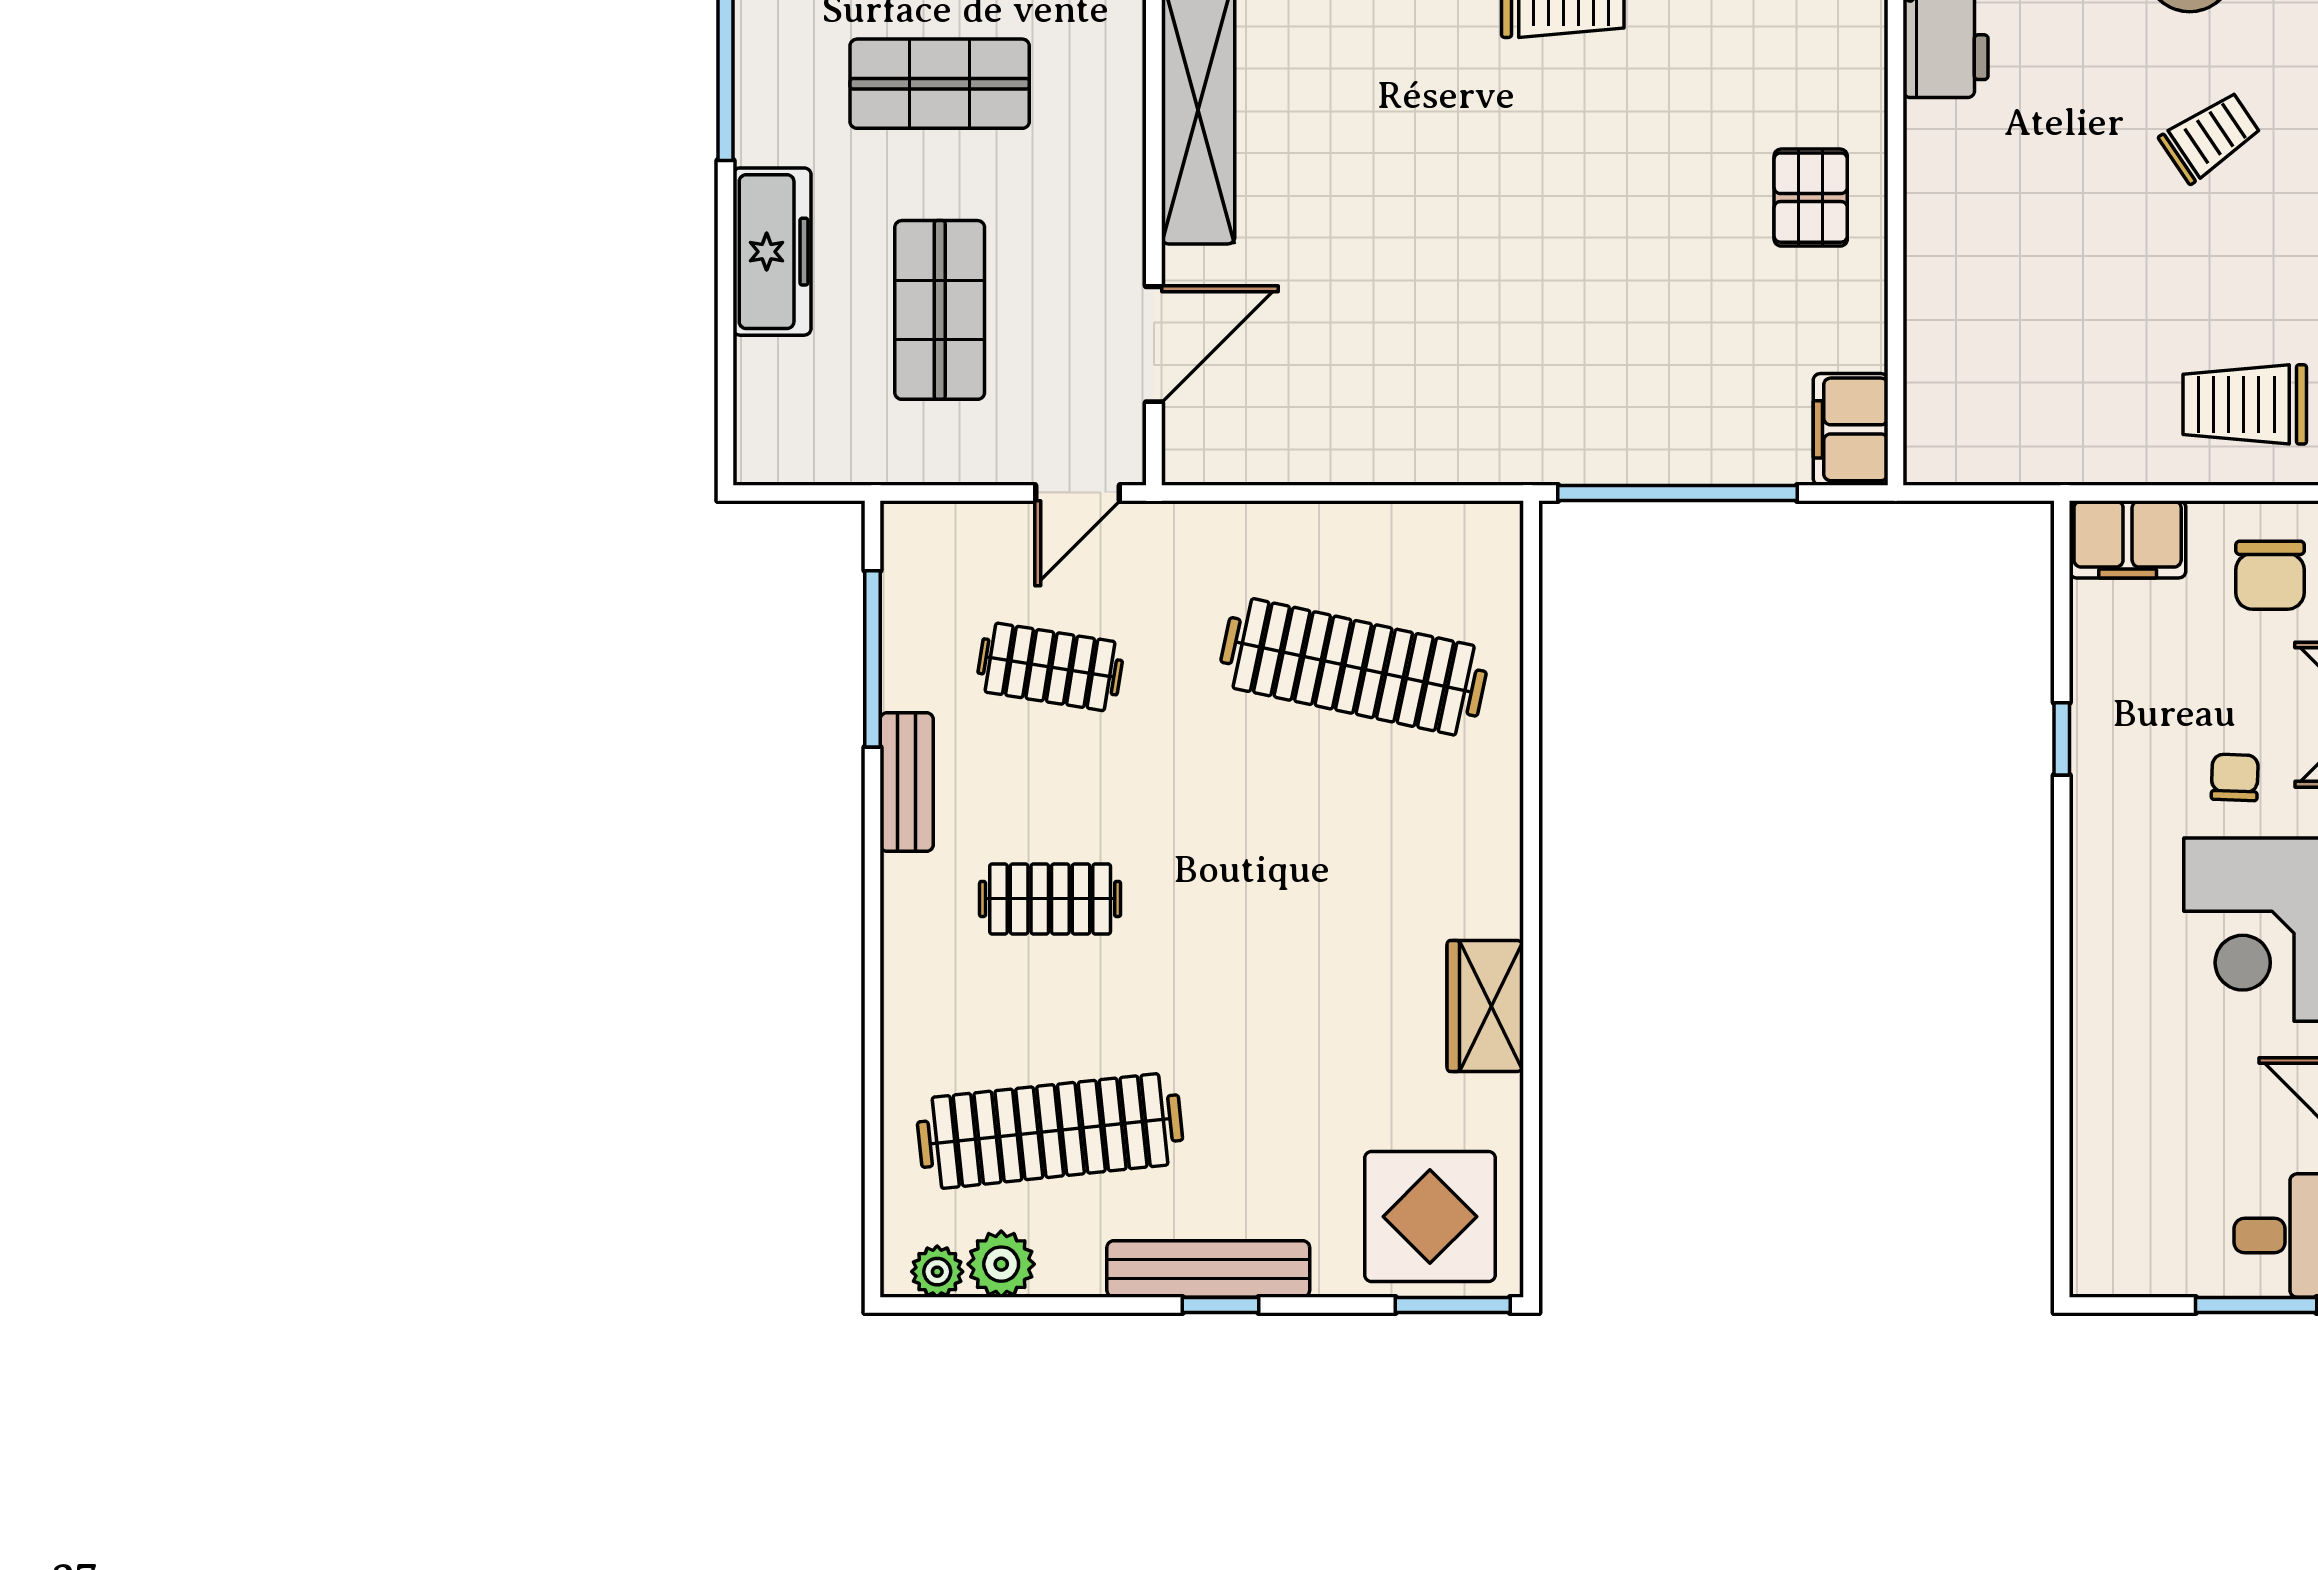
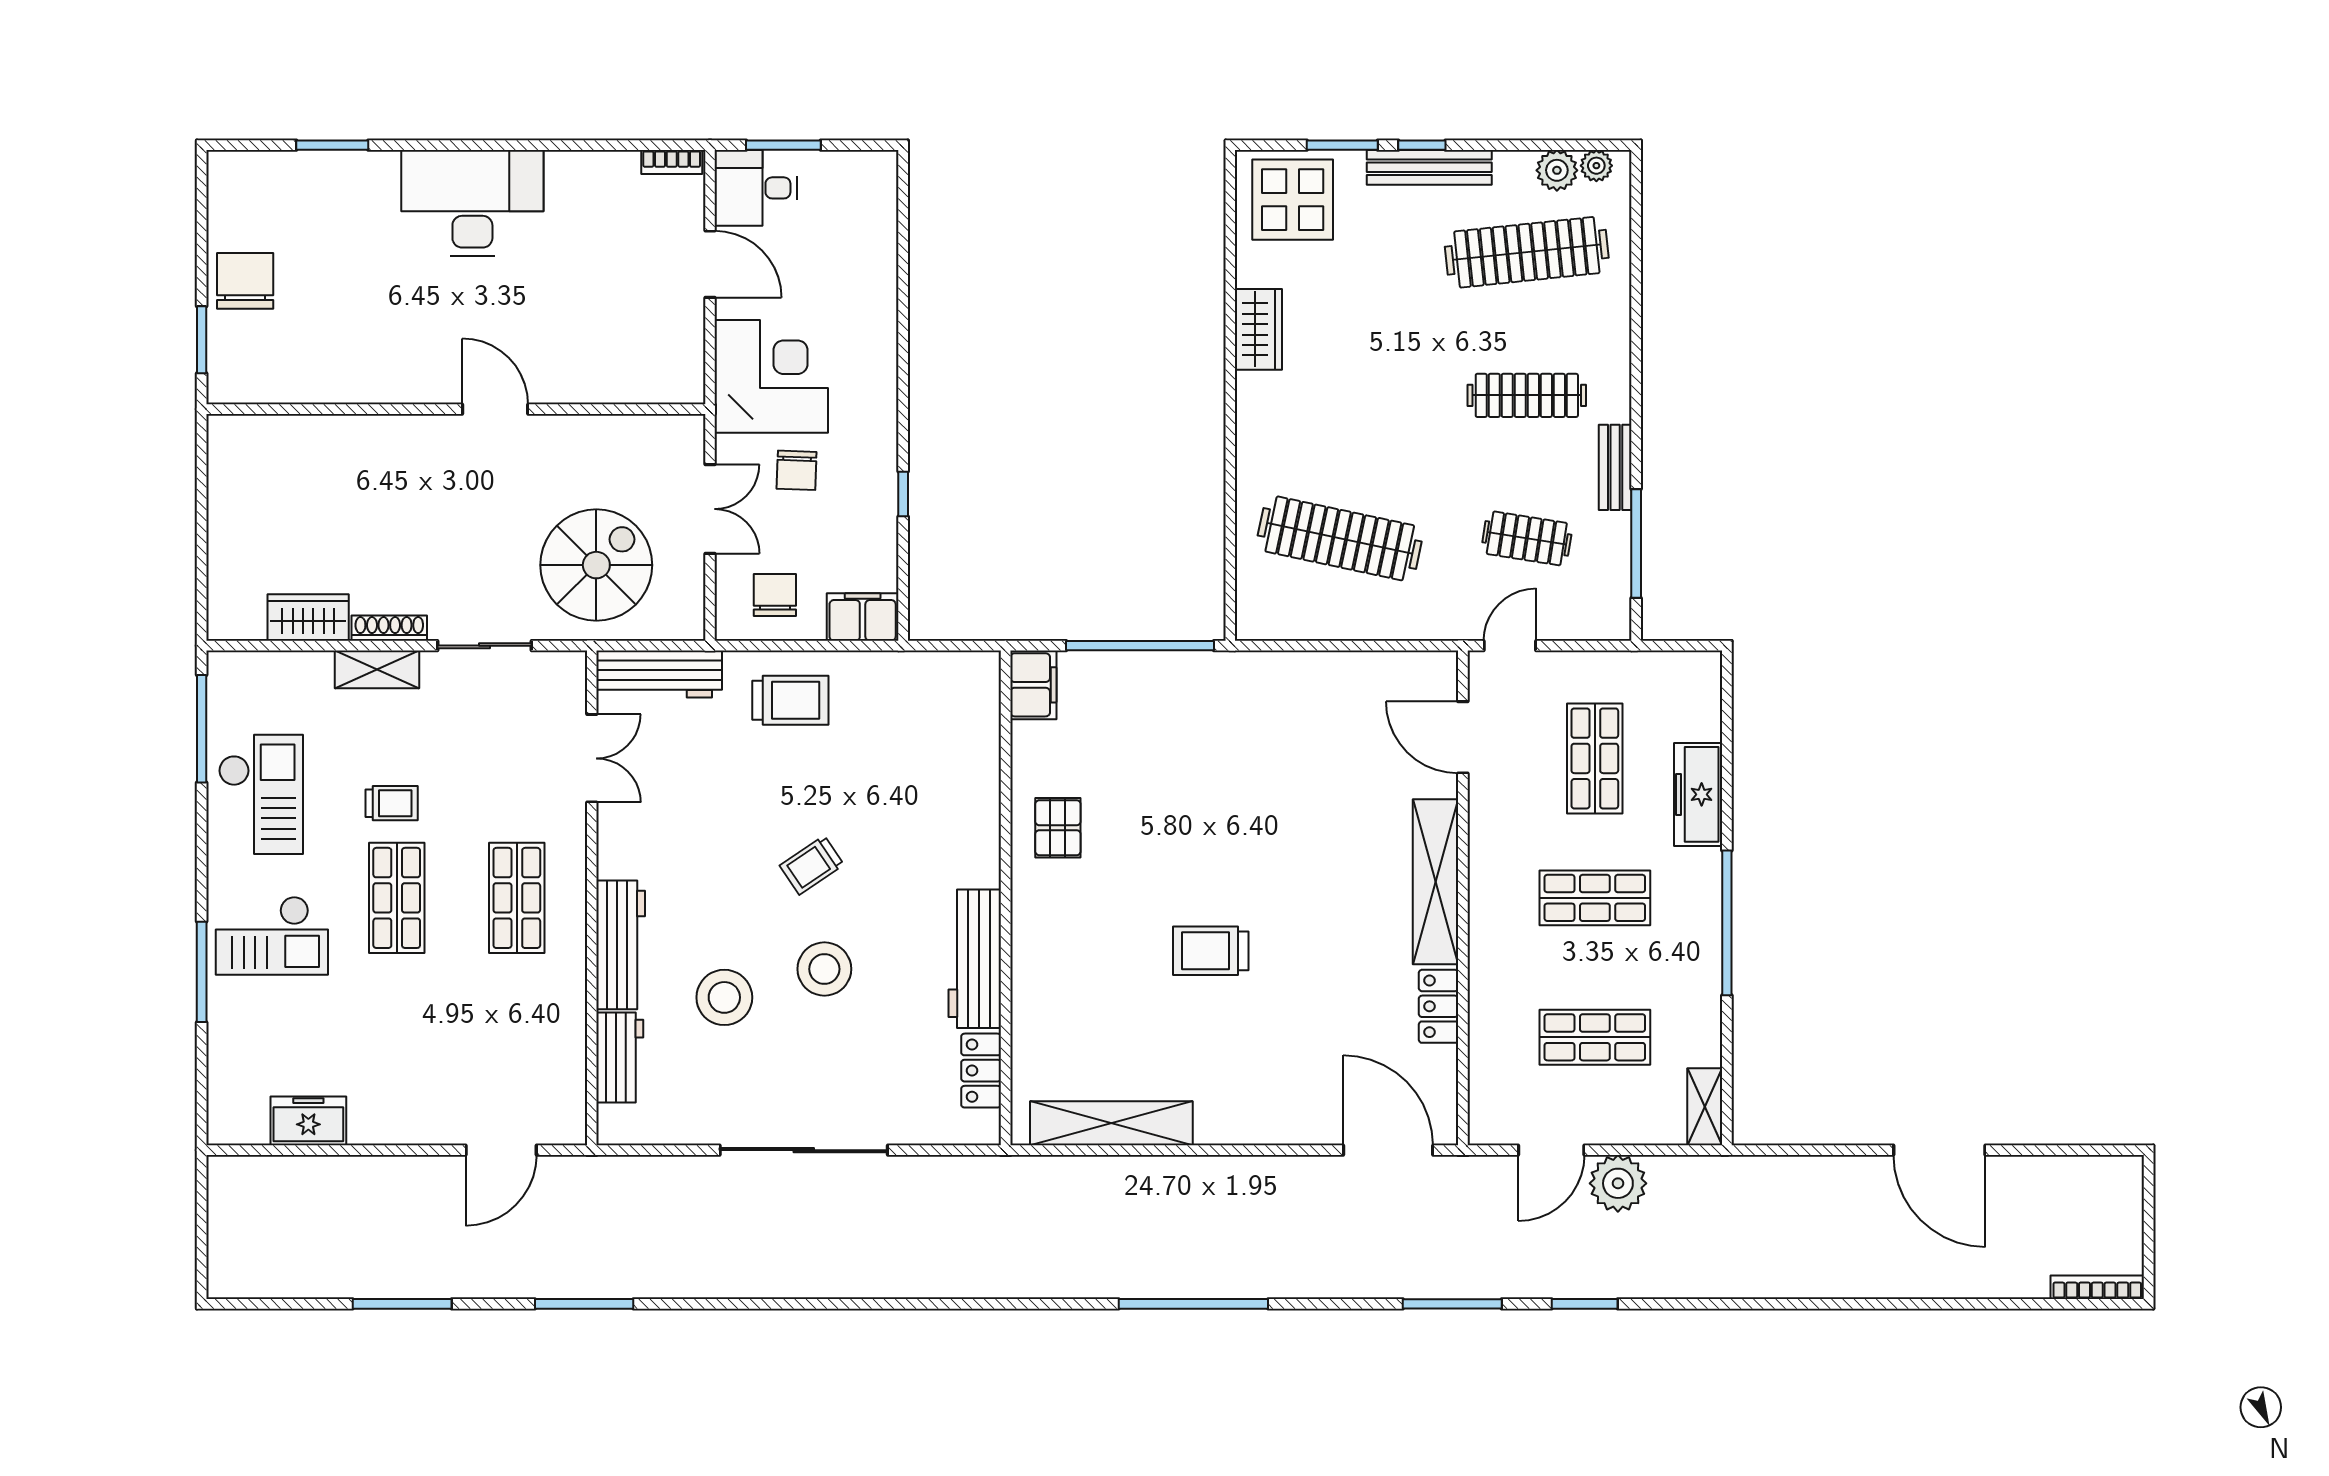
door: (1154, 344) -> (1463, 737), hinge flipped
chair: (2235, 777) -> (797, 470), width x1.37, depth x1.37
clothes rail: (1050, 899) -> (1527, 395), width x1.36
window: (1453, 1305) -> (1342, 145), moved

